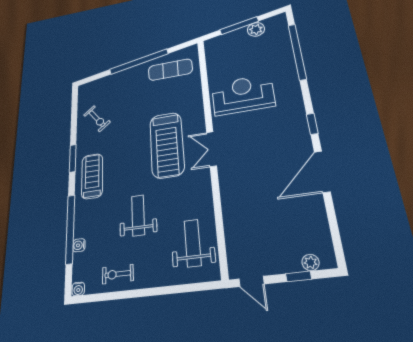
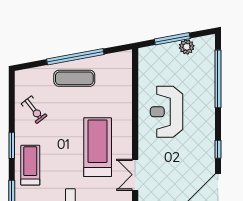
exercise mat: (170, 70) -> (74, 78), moved
reception desk: (243, 95) -> (167, 112), turned -90
treadmill: (167, 145) -> (98, 147), turned 180
double door: (212, 149) -> (135, 175), moved

